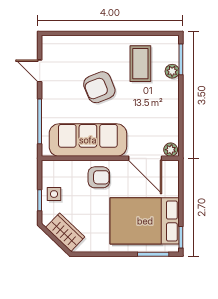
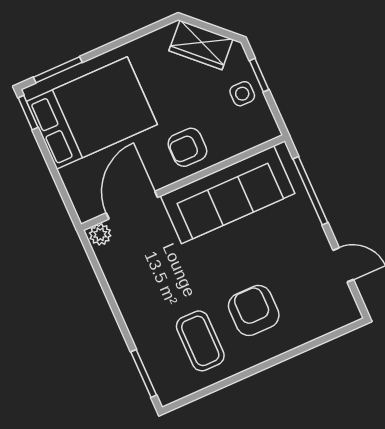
plant: (172, 71) -> (149, 350), removed
armchair: (99, 87) -> (254, 310), moved, turned -68
door: (145, 158) -> (132, 205), hinge flipped

